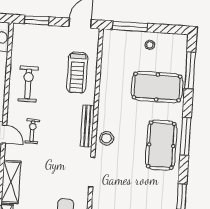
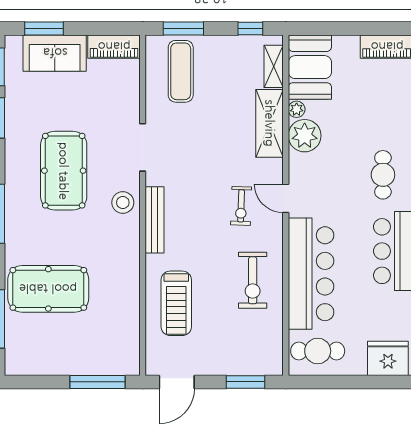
stool: (150, 45) -> (64, 355), removed
treadmill: (77, 73) -> (176, 303), turned 180
pool table: (161, 145) -> (64, 171), moved

